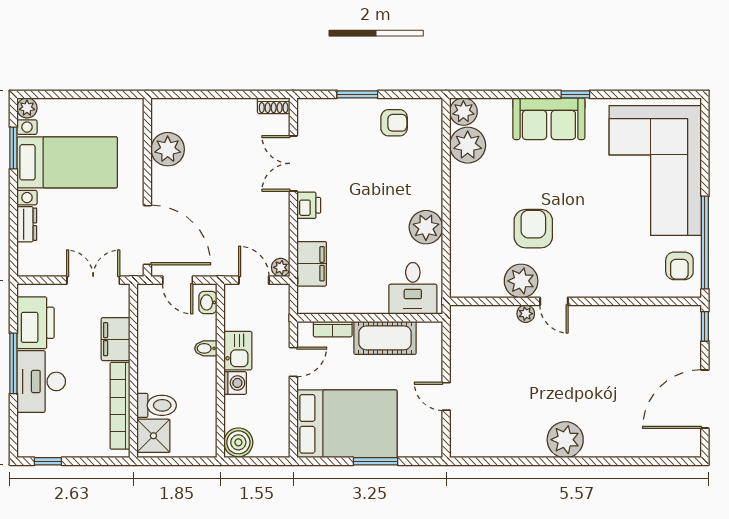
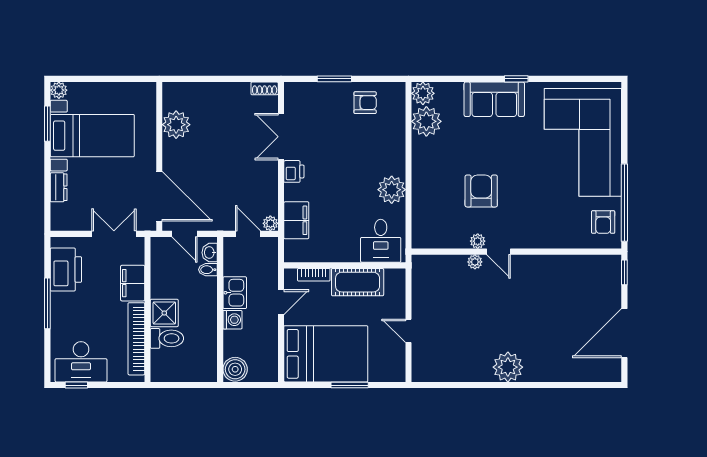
plant: (521, 281) -> (478, 241), width x0.53, depth x0.53
bidet: (206, 348) -> (208, 270), moved
desk: (41, 381) -> (81, 362), moved, turned -90
shower: (153, 436) -> (164, 313), moved

